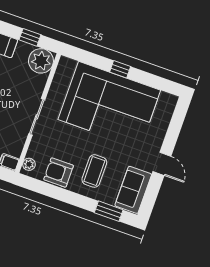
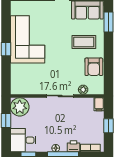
corner sofa: (109, 105) -> (28, 39), width x0.73, depth x0.74
plant: (29, 164) -> (83, 90), moved

